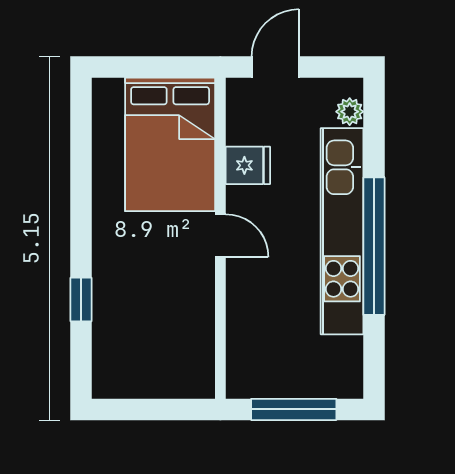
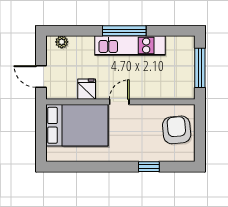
kitchen unit: (342, 231) -> (130, 46), width x0.73
window: (374, 246) -> (124, 31), width x0.68
armchair: (160, 359) -> (177, 130), added

